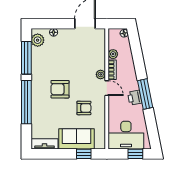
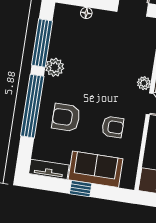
plant: (38, 40) -> (55, 67), moved
armchair: (60, 89) -> (66, 117), moved
window: (84, 154) -> (81, 189), moved

